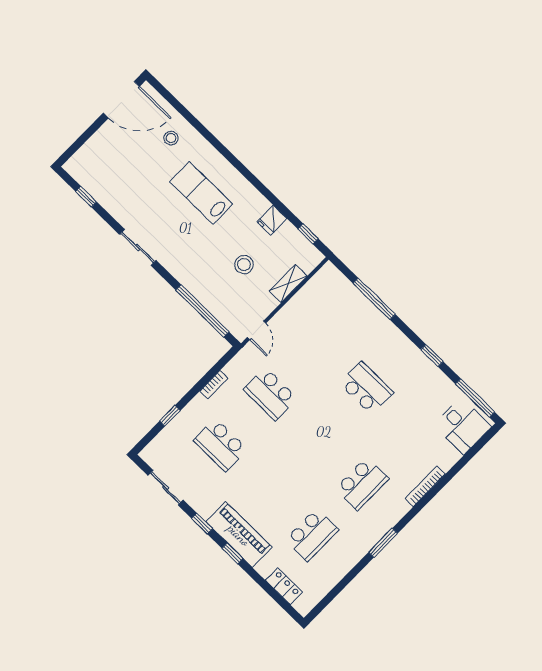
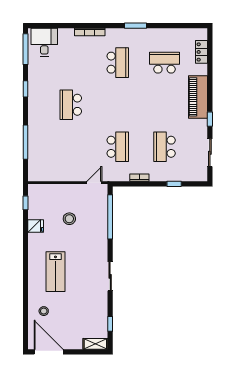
shelving: (288, 283) -> (95, 344), moved
school desk: (220, 445) -> (165, 147), turned 180
school desk: (362, 484) -> (118, 63), turned 90
window: (232, 553) -> (210, 91), removed

